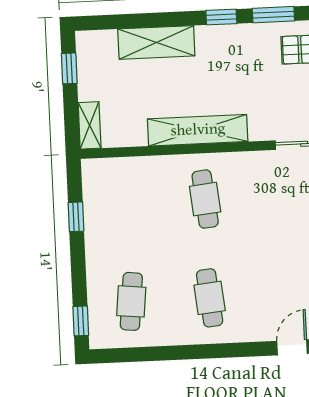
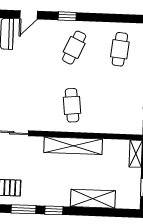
cafe table: (210, 298) -> (74, 48), turned 30
window: (226, 350) -> (67, 16), added

